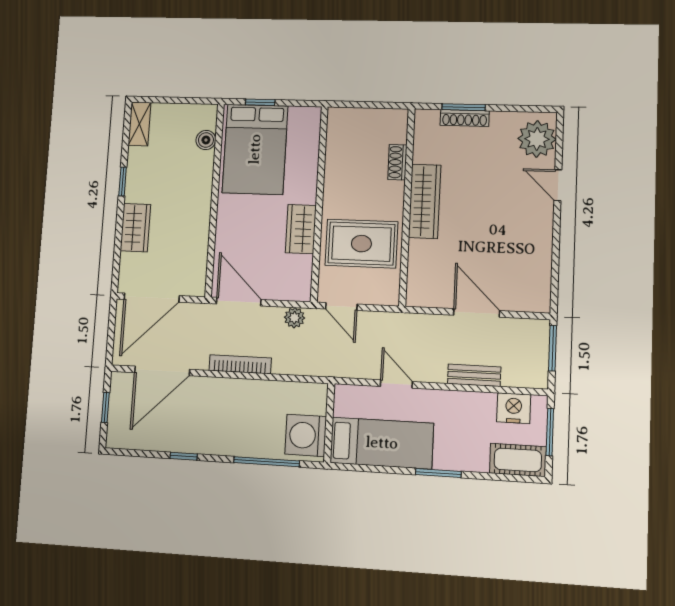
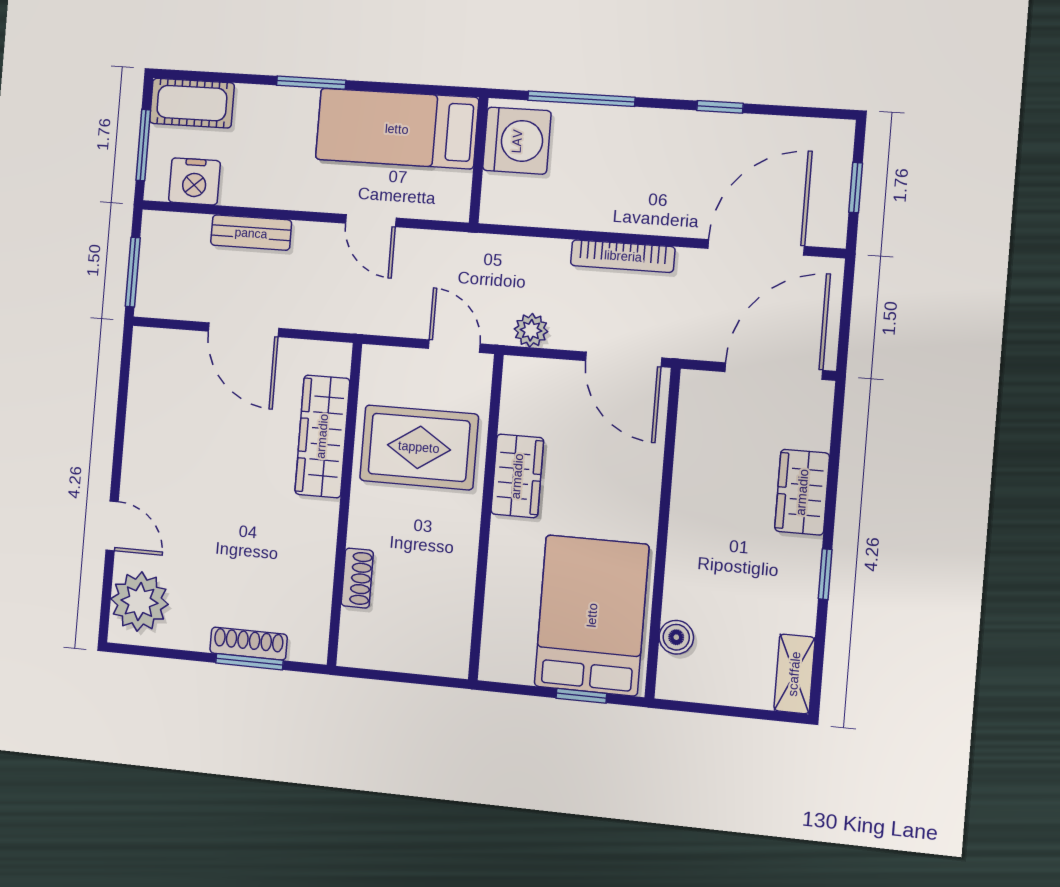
wardrobe: (425, 201) -> (322, 436), moved

